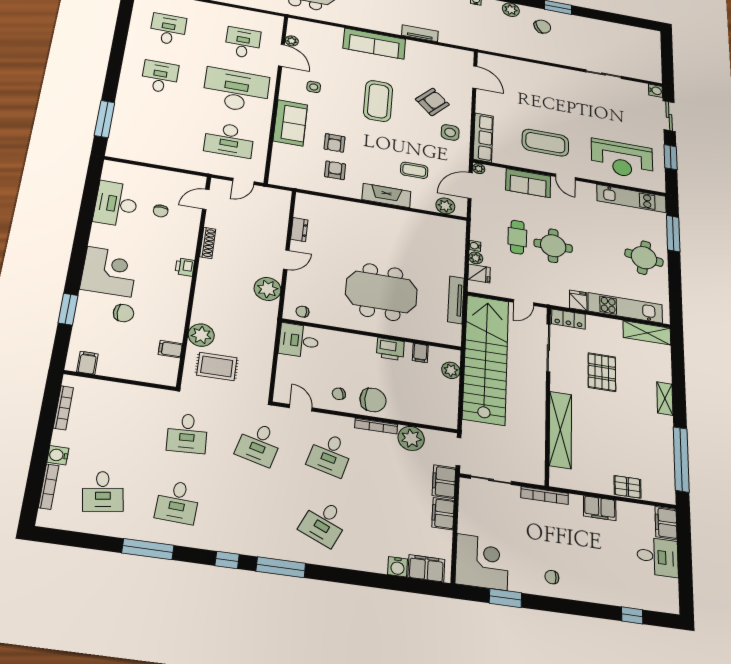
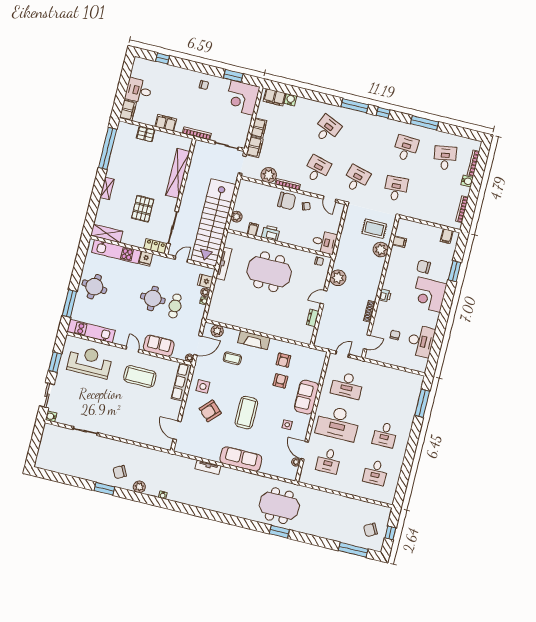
desk: (229, 140) -> (347, 385), turned 180
chair: (373, 400) -> (287, 201), turned 180

